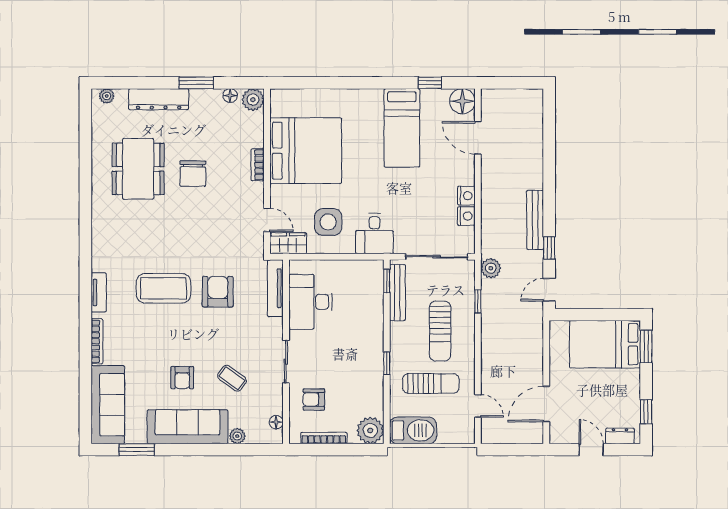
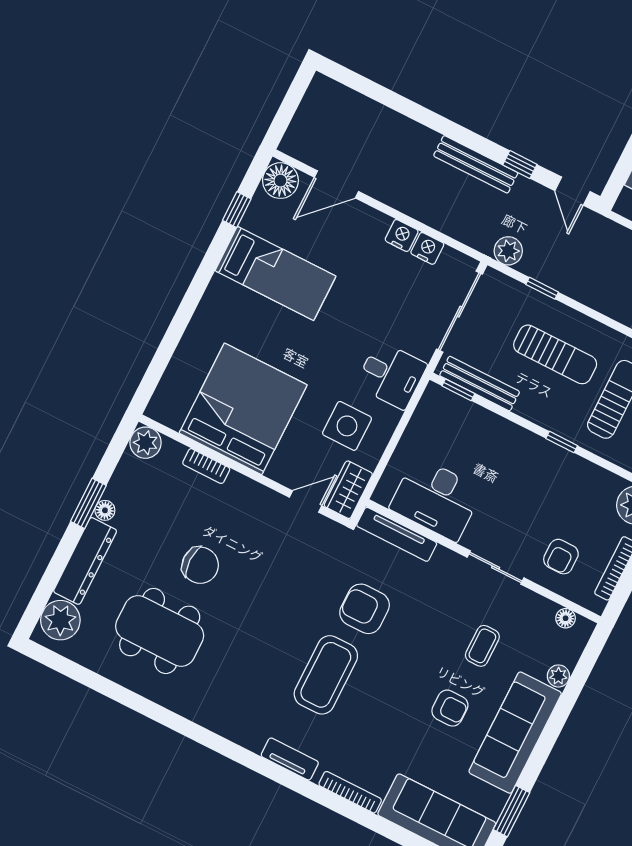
plant: (107, 96) -> (60, 620), width x1.88, depth x1.88
floor lamp: (230, 96) -> (105, 510), moved
bookcase: (258, 165) -> (206, 466), moved
coffee table: (232, 378) -> (482, 646), turned -36

